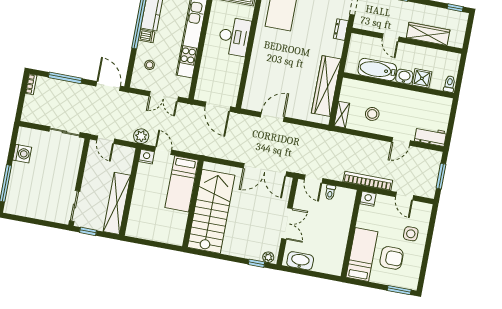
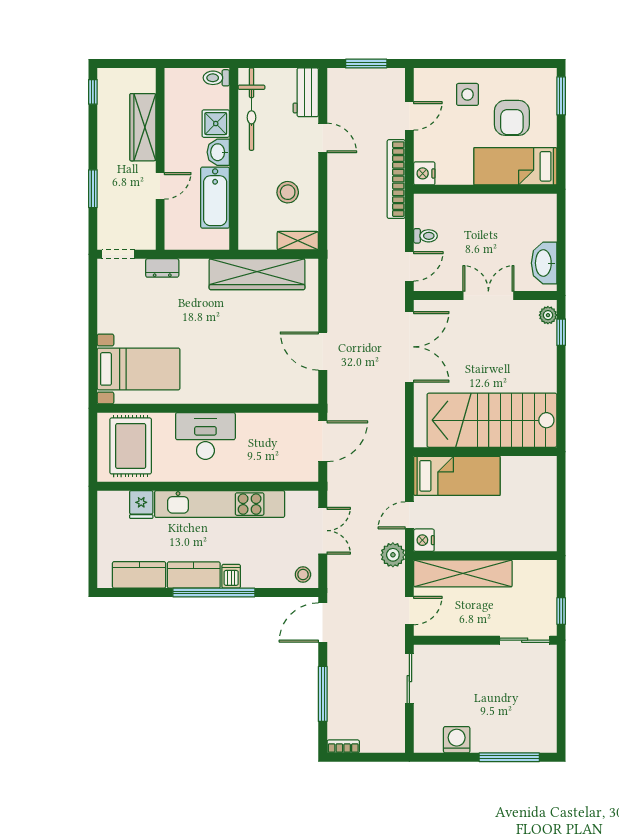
stool: (150, 65) -> (303, 575), moved
bicycle: (427, 102) -> (252, 109), added
shelving: (117, 203) -> (463, 573), moved
armchair: (392, 258) -> (512, 118), turned 180

